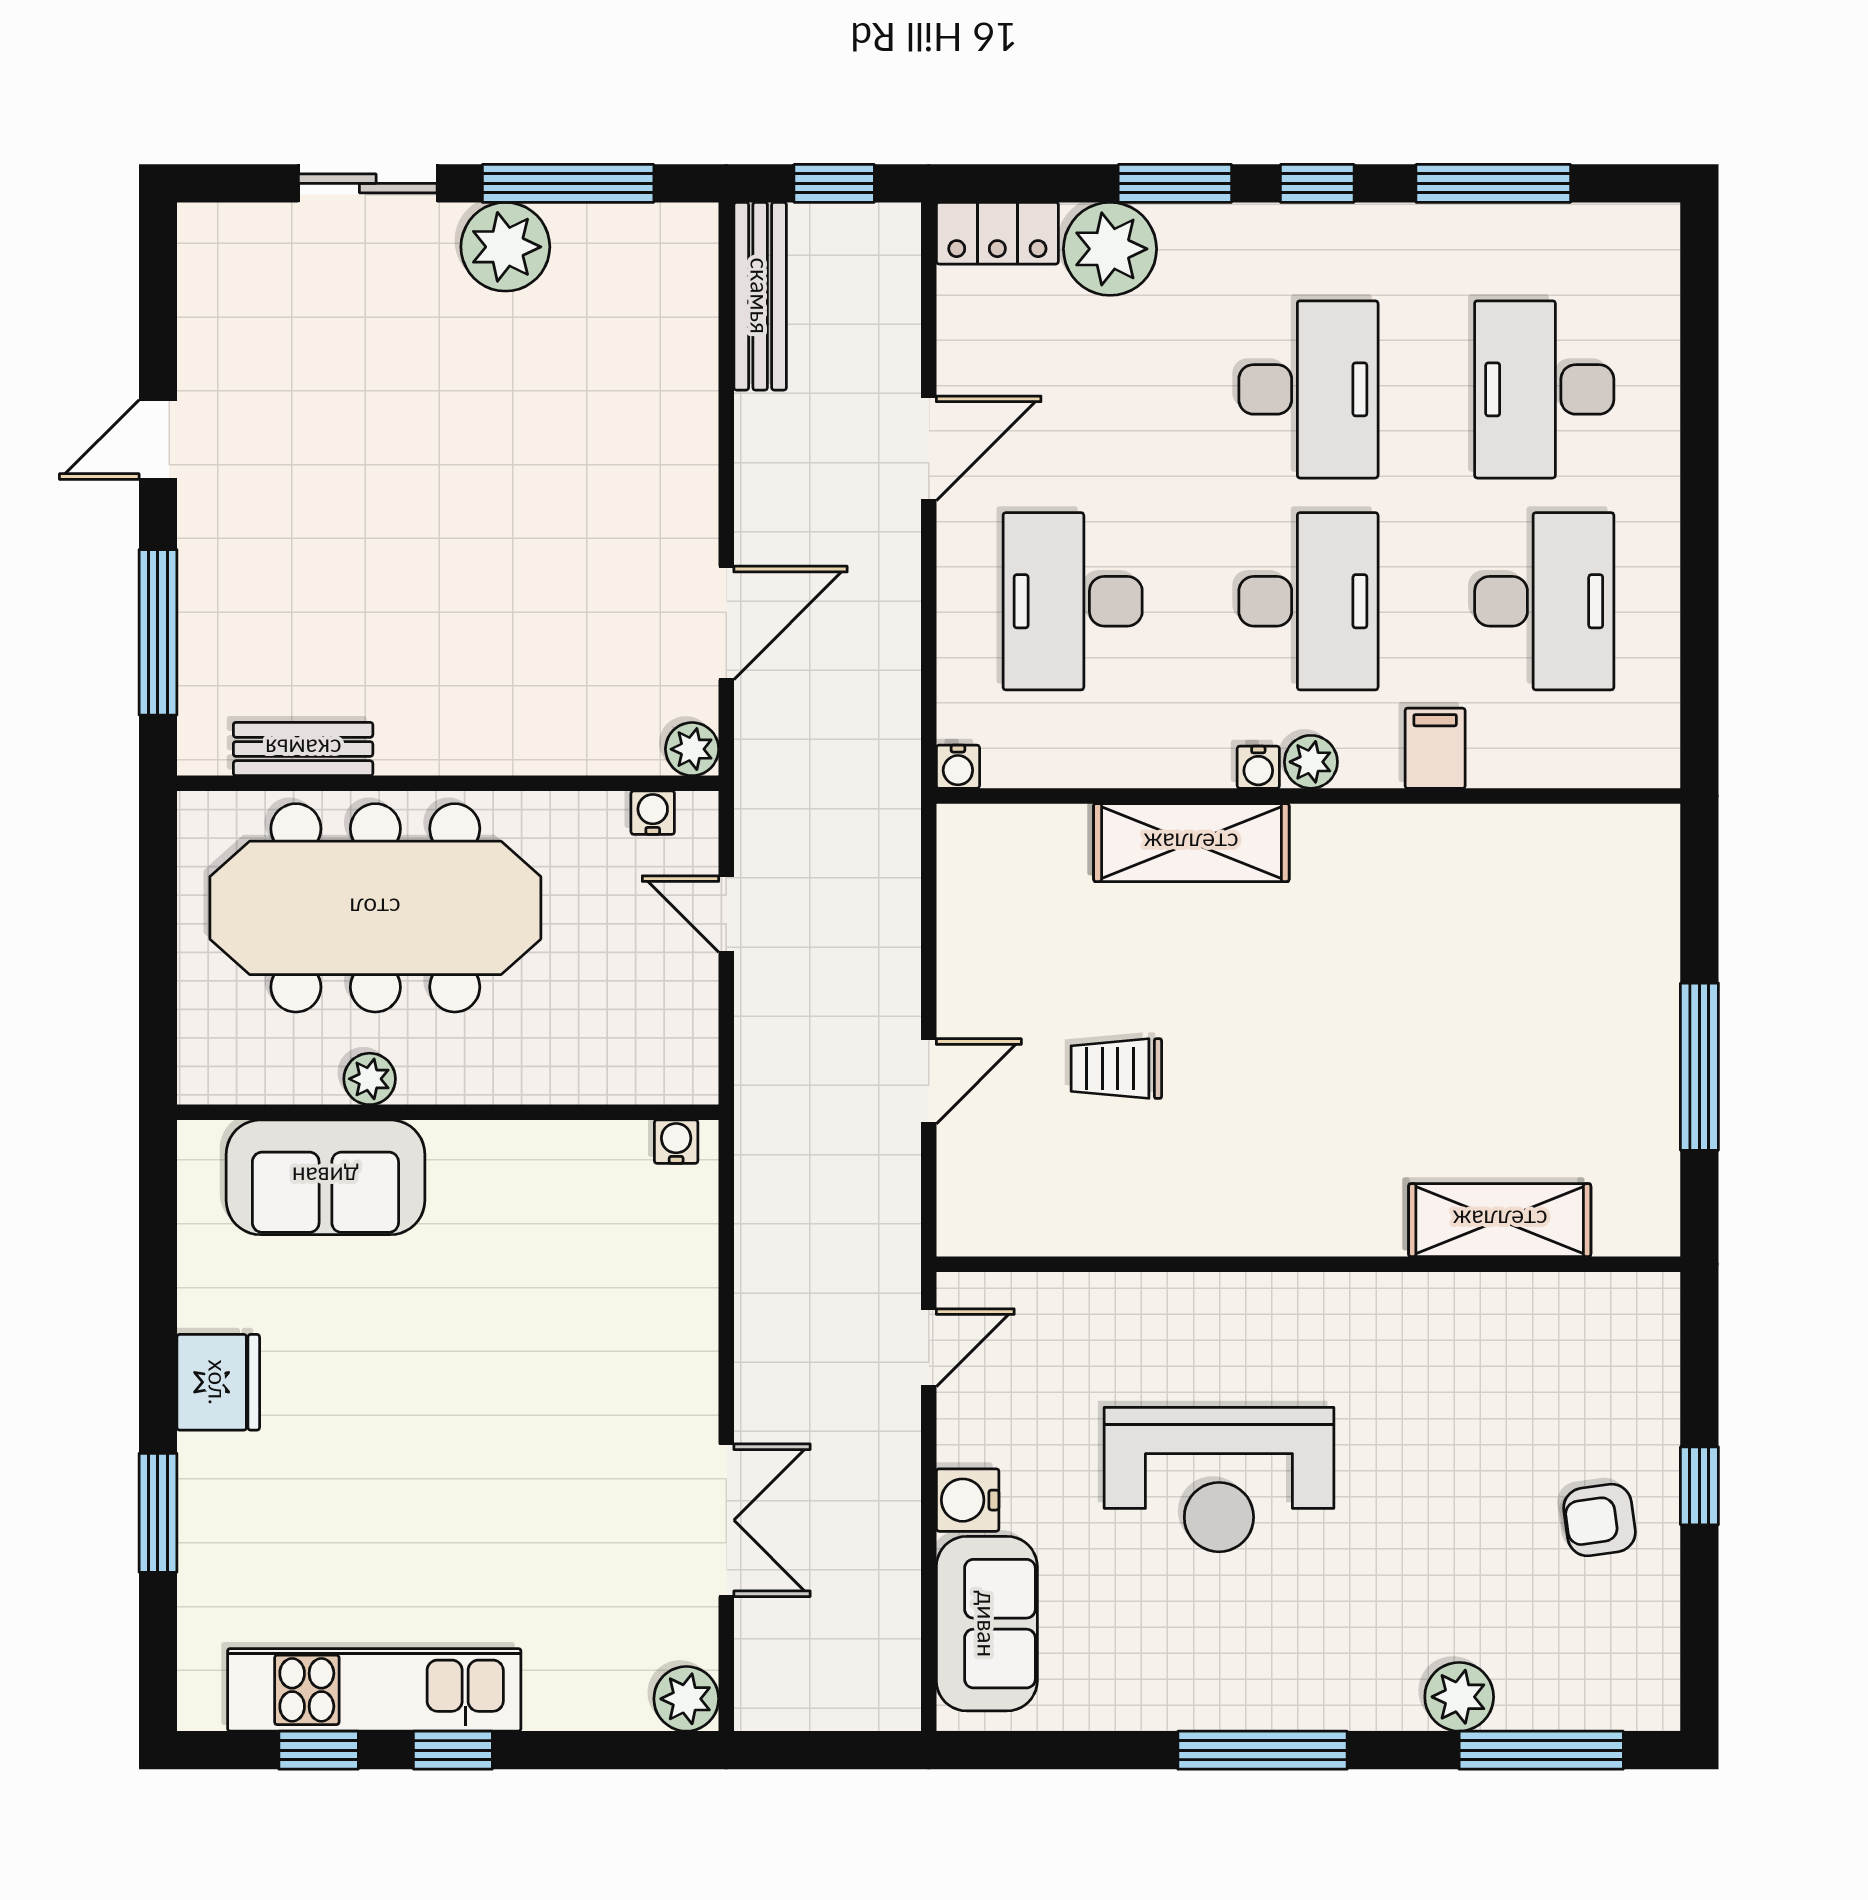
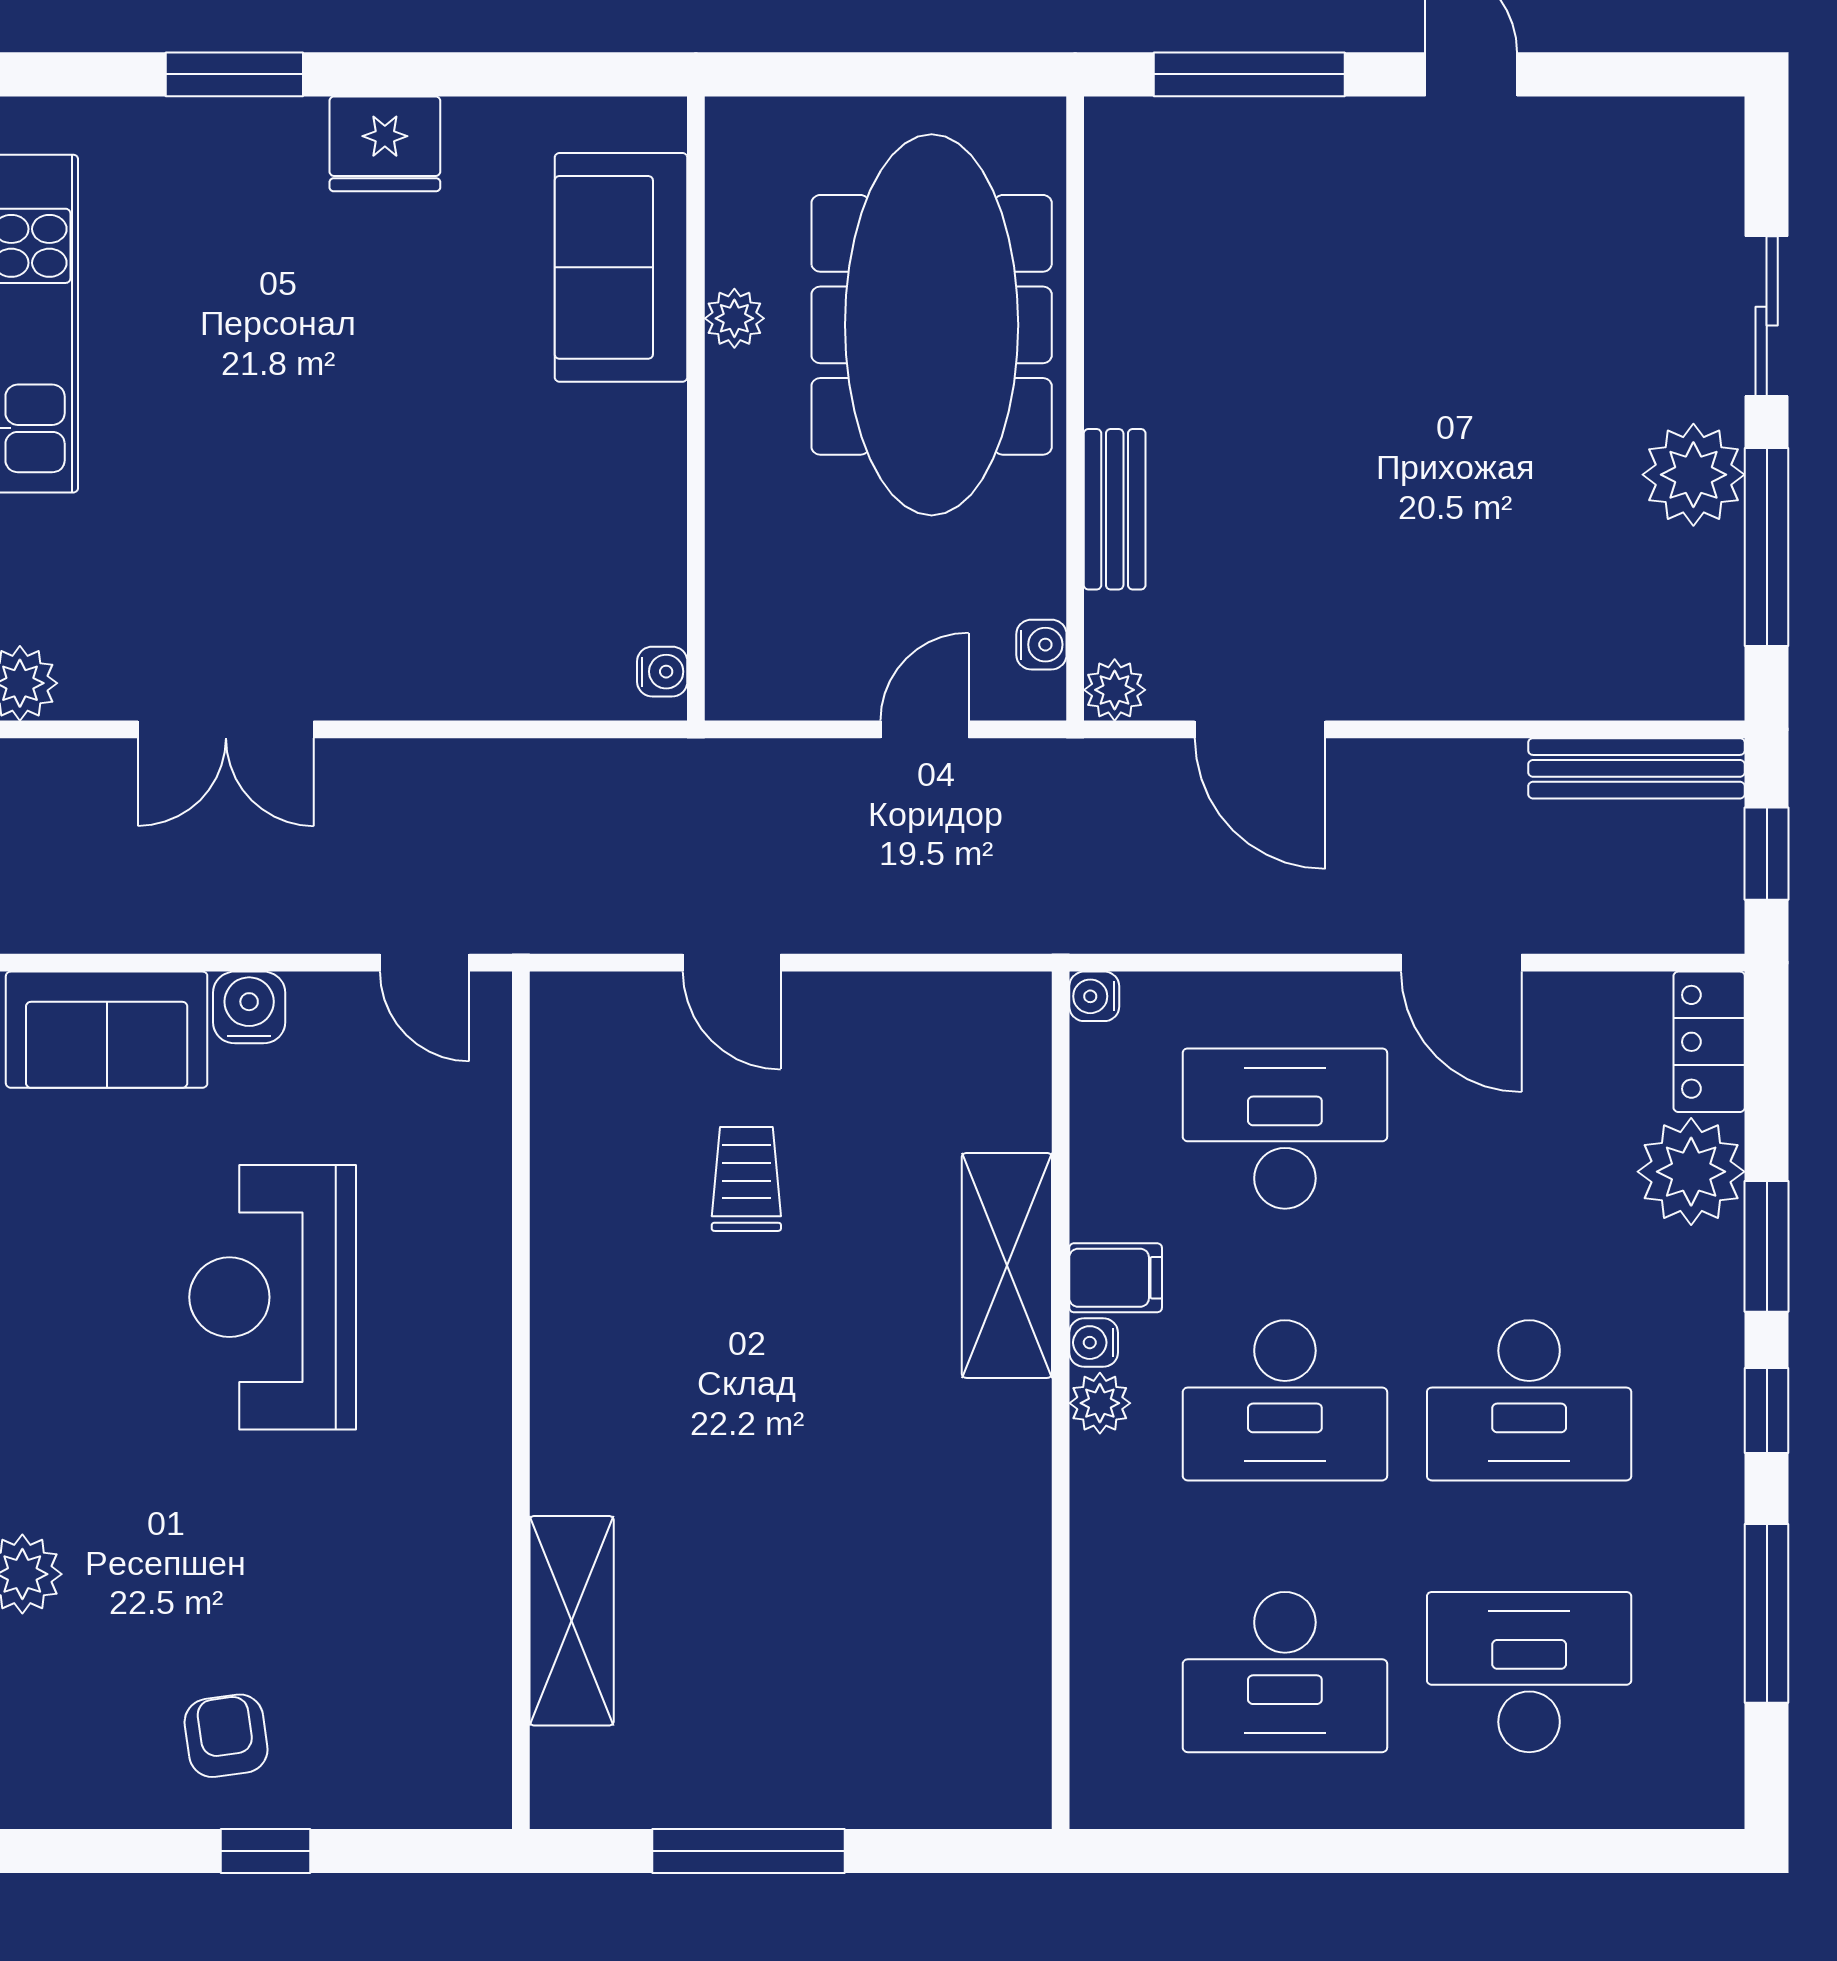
filing cabinet: (1435, 748) -> (1116, 1278), moved
bench: (303, 749) -> (1115, 509), moved

